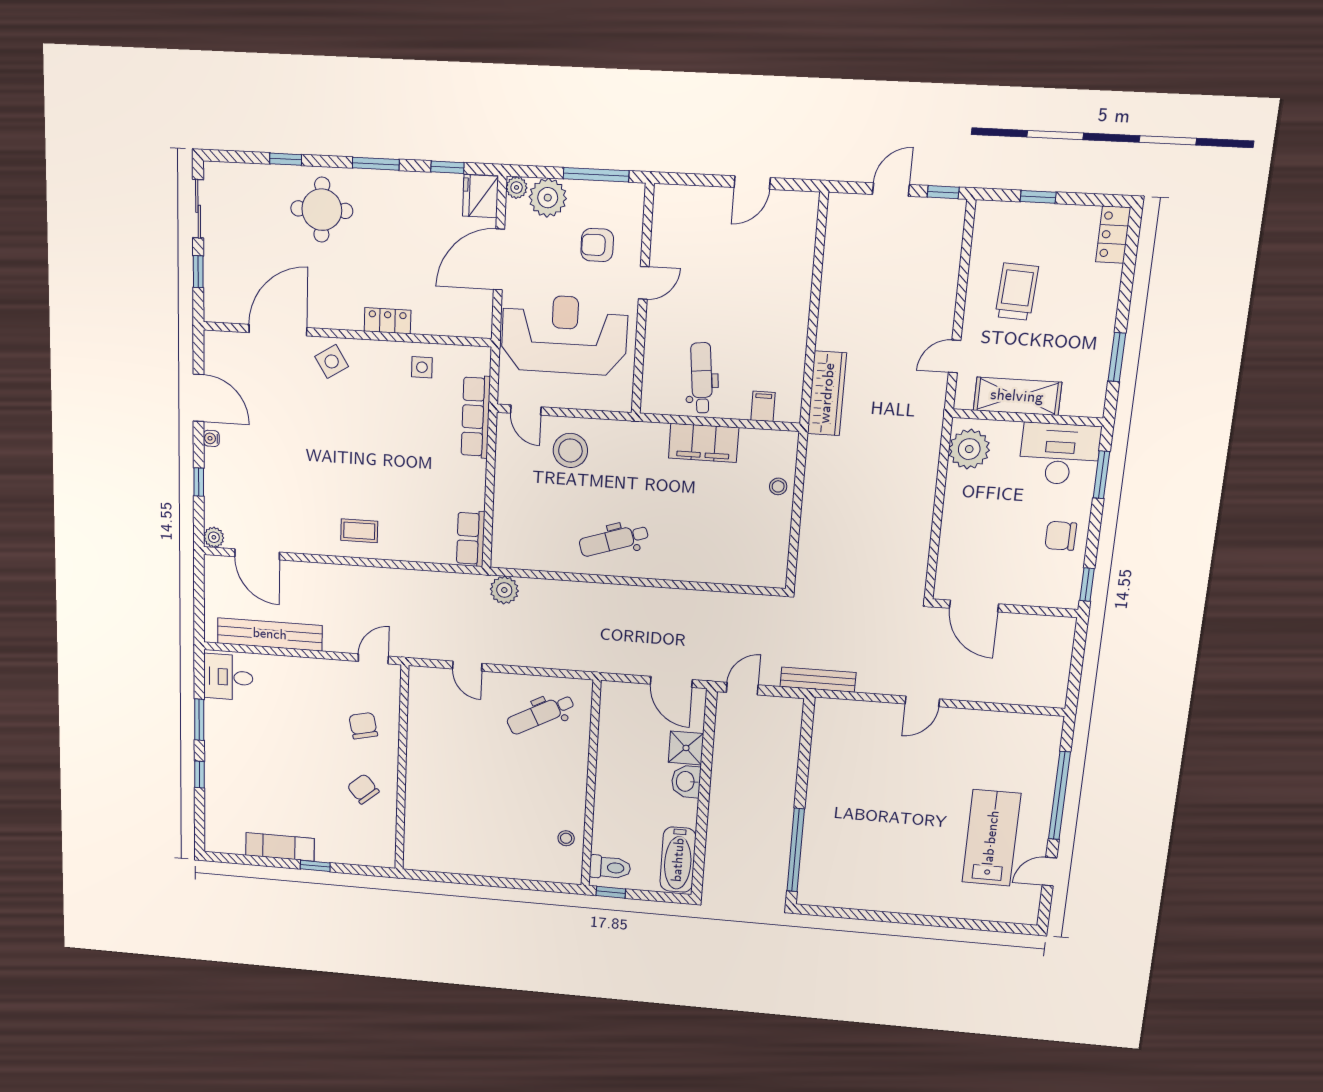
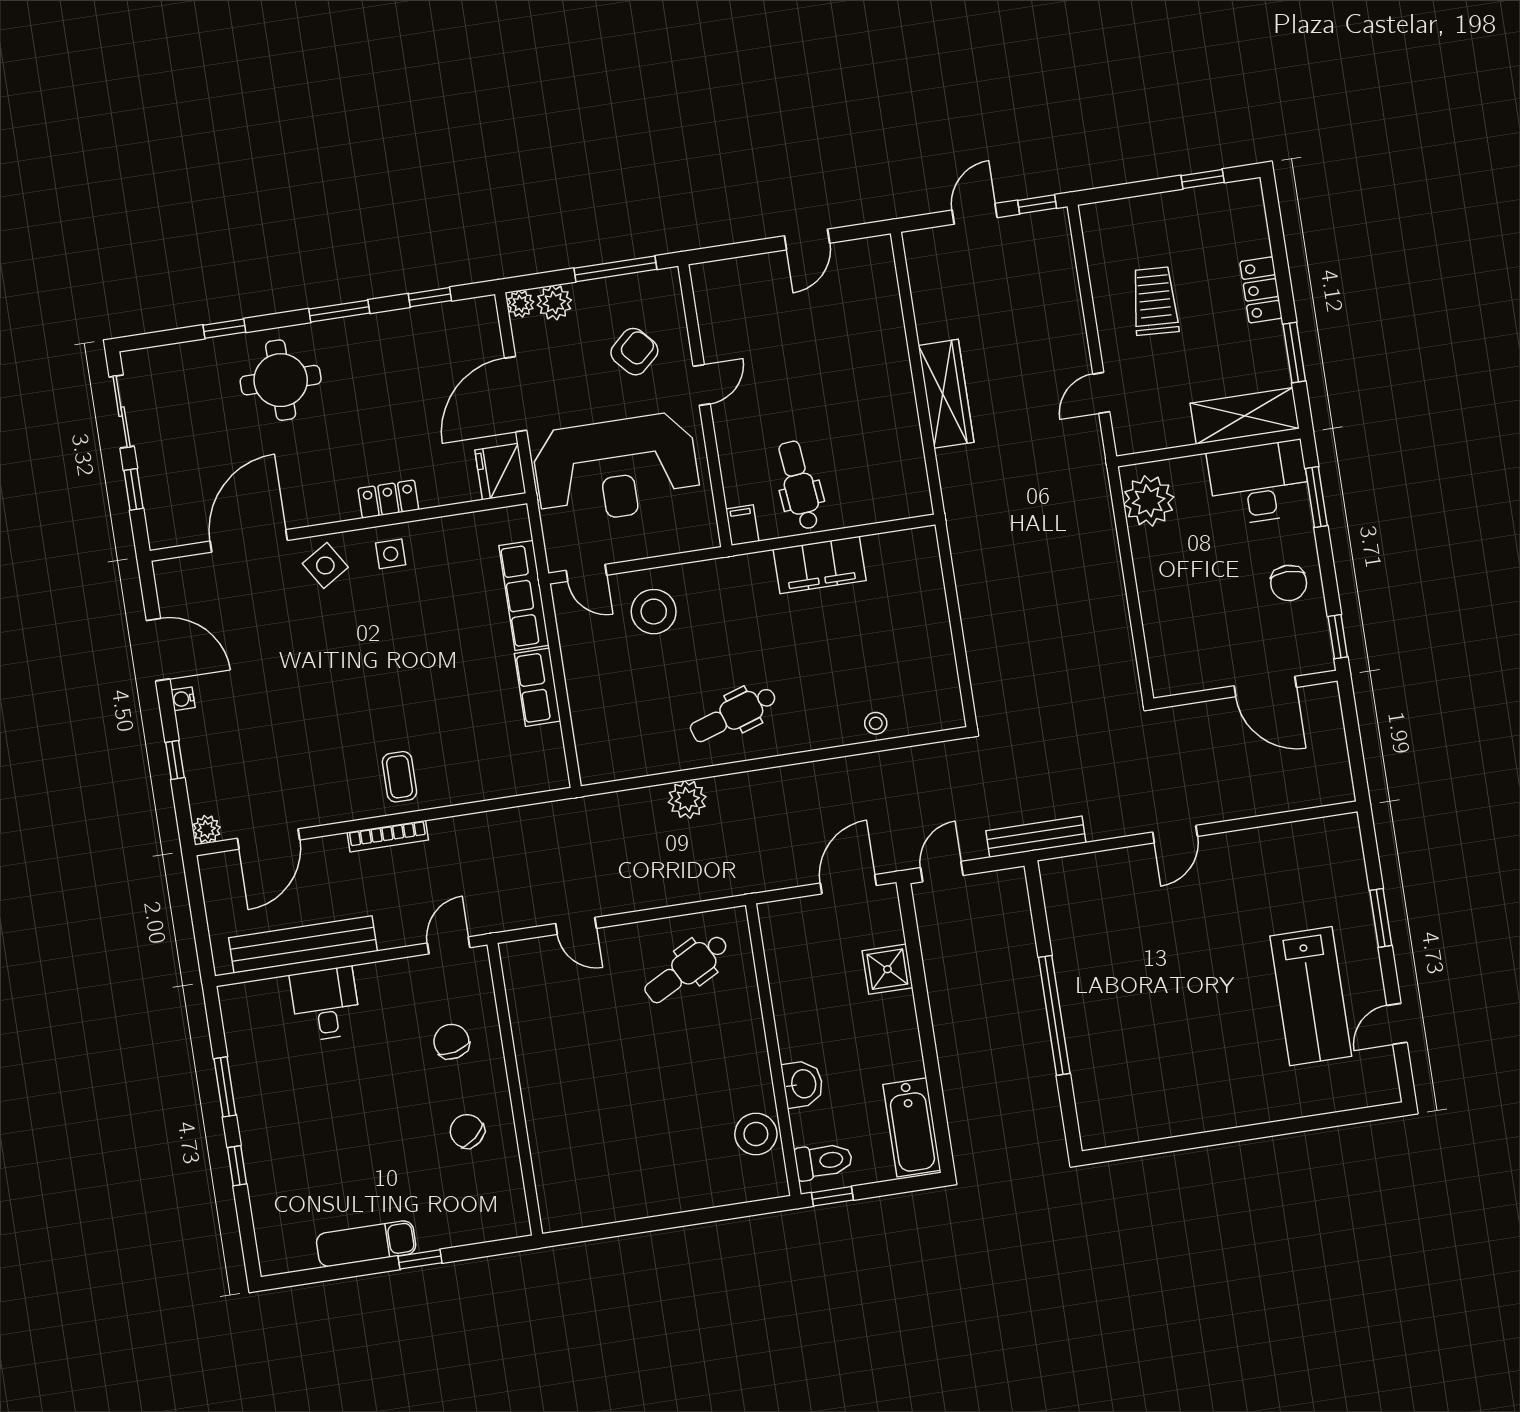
fridge: (480, 196) -> (500, 472), moved
window: (1038, 197) -> (1203, 179), moved
plant: (548, 198) -> (554, 303), width x0.73, depth x0.73
locker: (1113, 235) -> (1261, 290), moved
armchair: (597, 245) -> (634, 352), turned 138
reception desk: (564, 335) -> (616, 469), turned 180
side table: (422, 367) -> (391, 554), moved
wardrobe: (827, 393) -> (946, 394), moved
shelving: (1017, 396) -> (1245, 416), moved
filing cabinet: (763, 406) -> (742, 525), moved
stool: (778, 486) -> (876, 723), moved
coffee table: (359, 531) -> (399, 777), turned 90
chair: (1061, 536) -> (1289, 583), turned -90
row of seats: (471, 538) -> (538, 687), moved
door: (257, 554) -> (268, 839), hinge flipped
bookcase: (343, 572) -> (388, 836), added
plant: (504, 590) -> (687, 799), moved
door: (974, 606) -> (1265, 687), moved
desk: (228, 677) -> (325, 1004), moved, turned 90
door: (671, 682) -> (848, 884), swing flipped
washbasin: (686, 781) -> (803, 1084), moved, turned 180
window: (1059, 796) -> (1381, 918), width x0.47
stool: (566, 838) -> (756, 1134), width x1.89, depth x1.89
lab bench: (991, 838) -> (1311, 996), turned 180
window: (796, 850) -> (1054, 1015), moved

